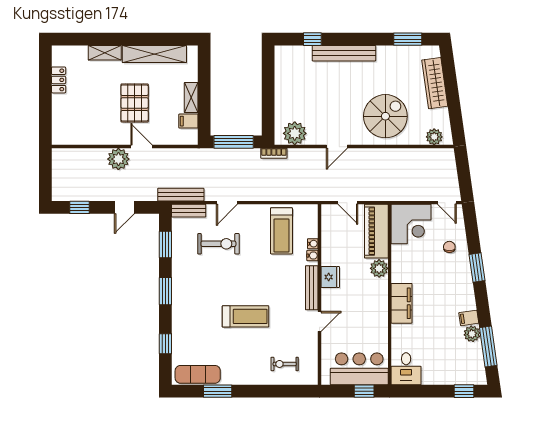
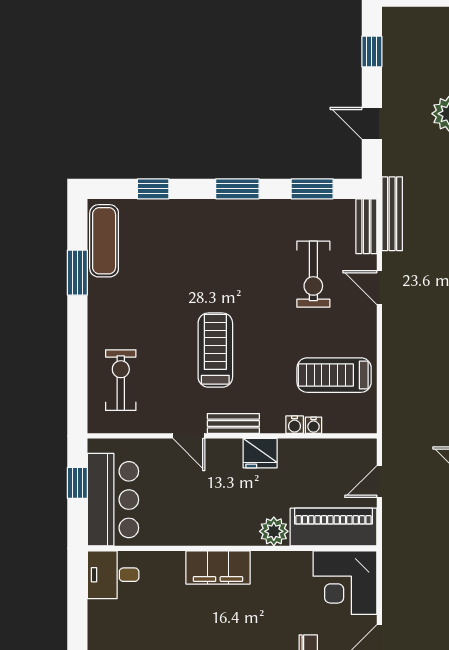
bench: (312, 288) -> (233, 424), width x0.73
treadmill: (246, 316) -> (215, 350), moved, turned 180
exercise bike: (285, 364) -> (121, 380), width x1.38, depth x1.39
window: (364, 391) -> (77, 483), moved

